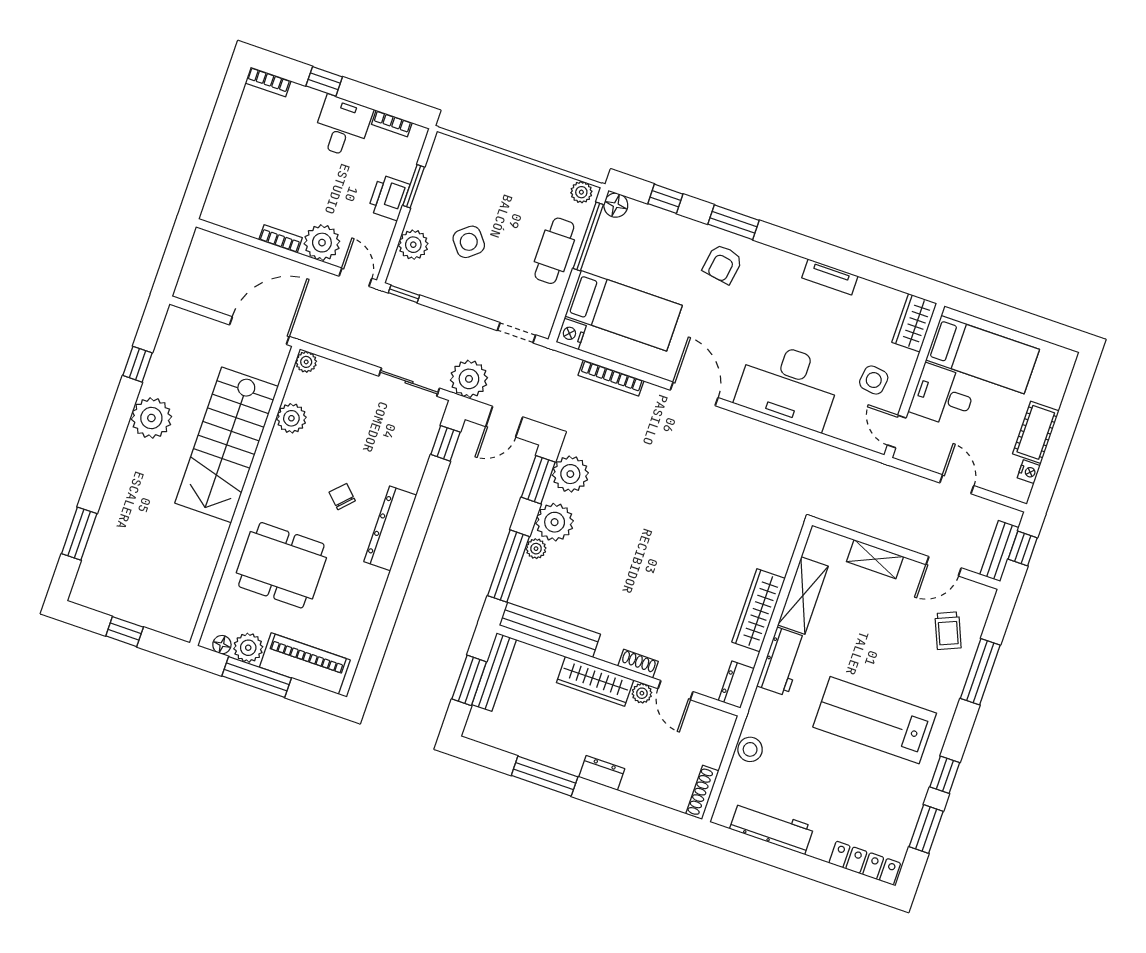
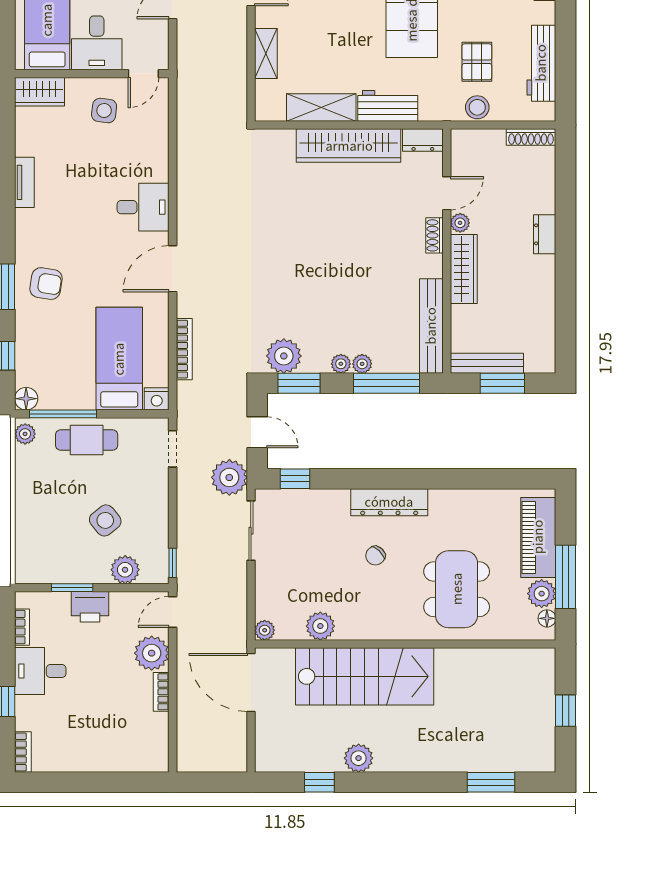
desk: (788, 385) -> (143, 207), width x0.53, depth x0.77
plant: (151, 418) -> (359, 758), width x0.73, depth x0.73
plant: (555, 522) -> (341, 364), width x0.53, depth x0.53
wardrobe: (759, 610) -> (349, 146), width x1.40, depth x1.17
pallet: (795, 765) -> (477, 62), added
window: (545, 776) -> (565, 285), removed

